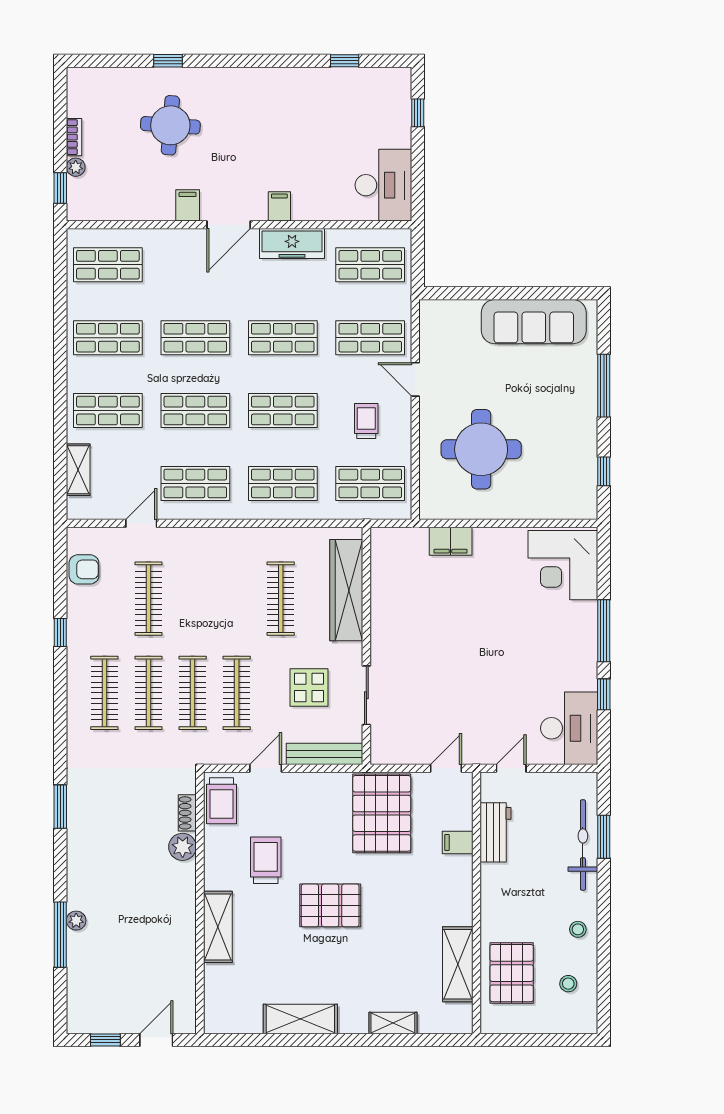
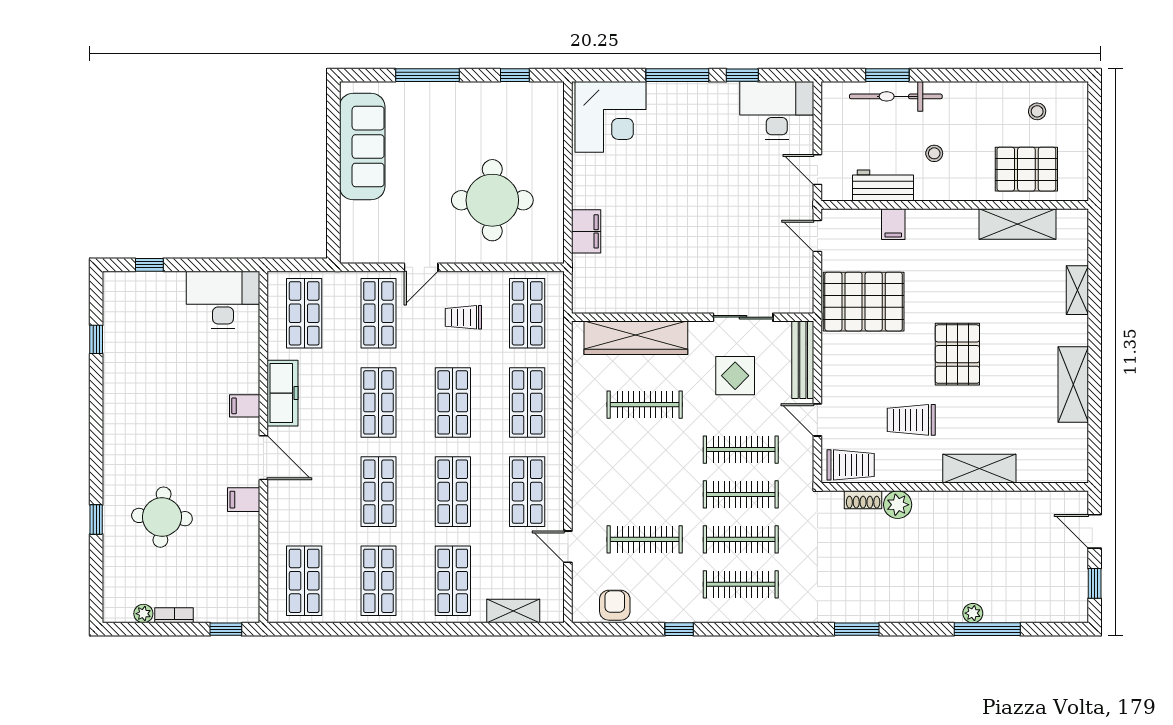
plant: (76, 167) -> (143, 614), moved
stool: (578, 929) -> (934, 153), moved

